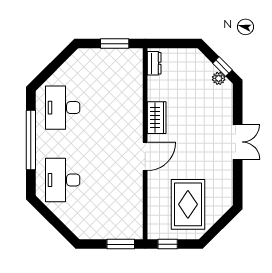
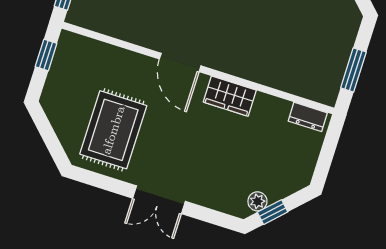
rug: (188, 204) -> (113, 130), moved, turned 90

